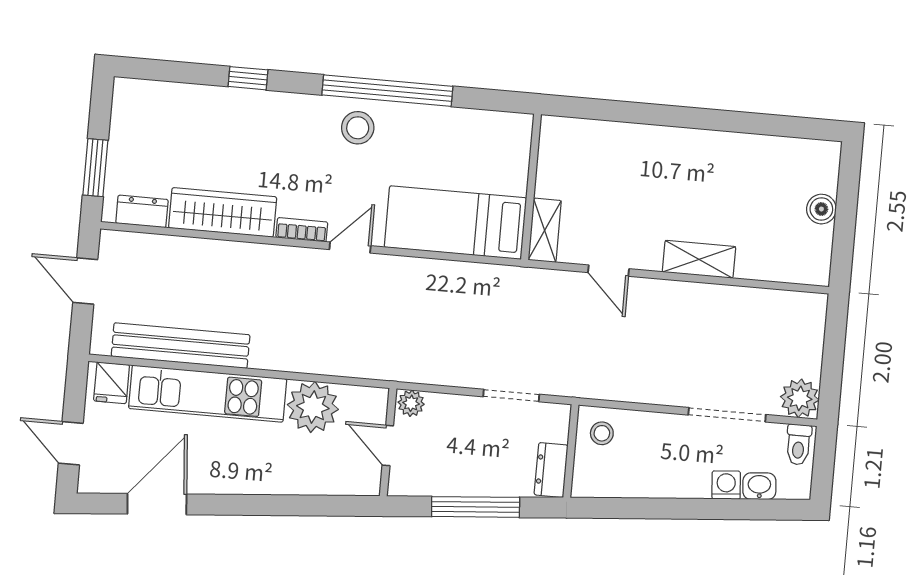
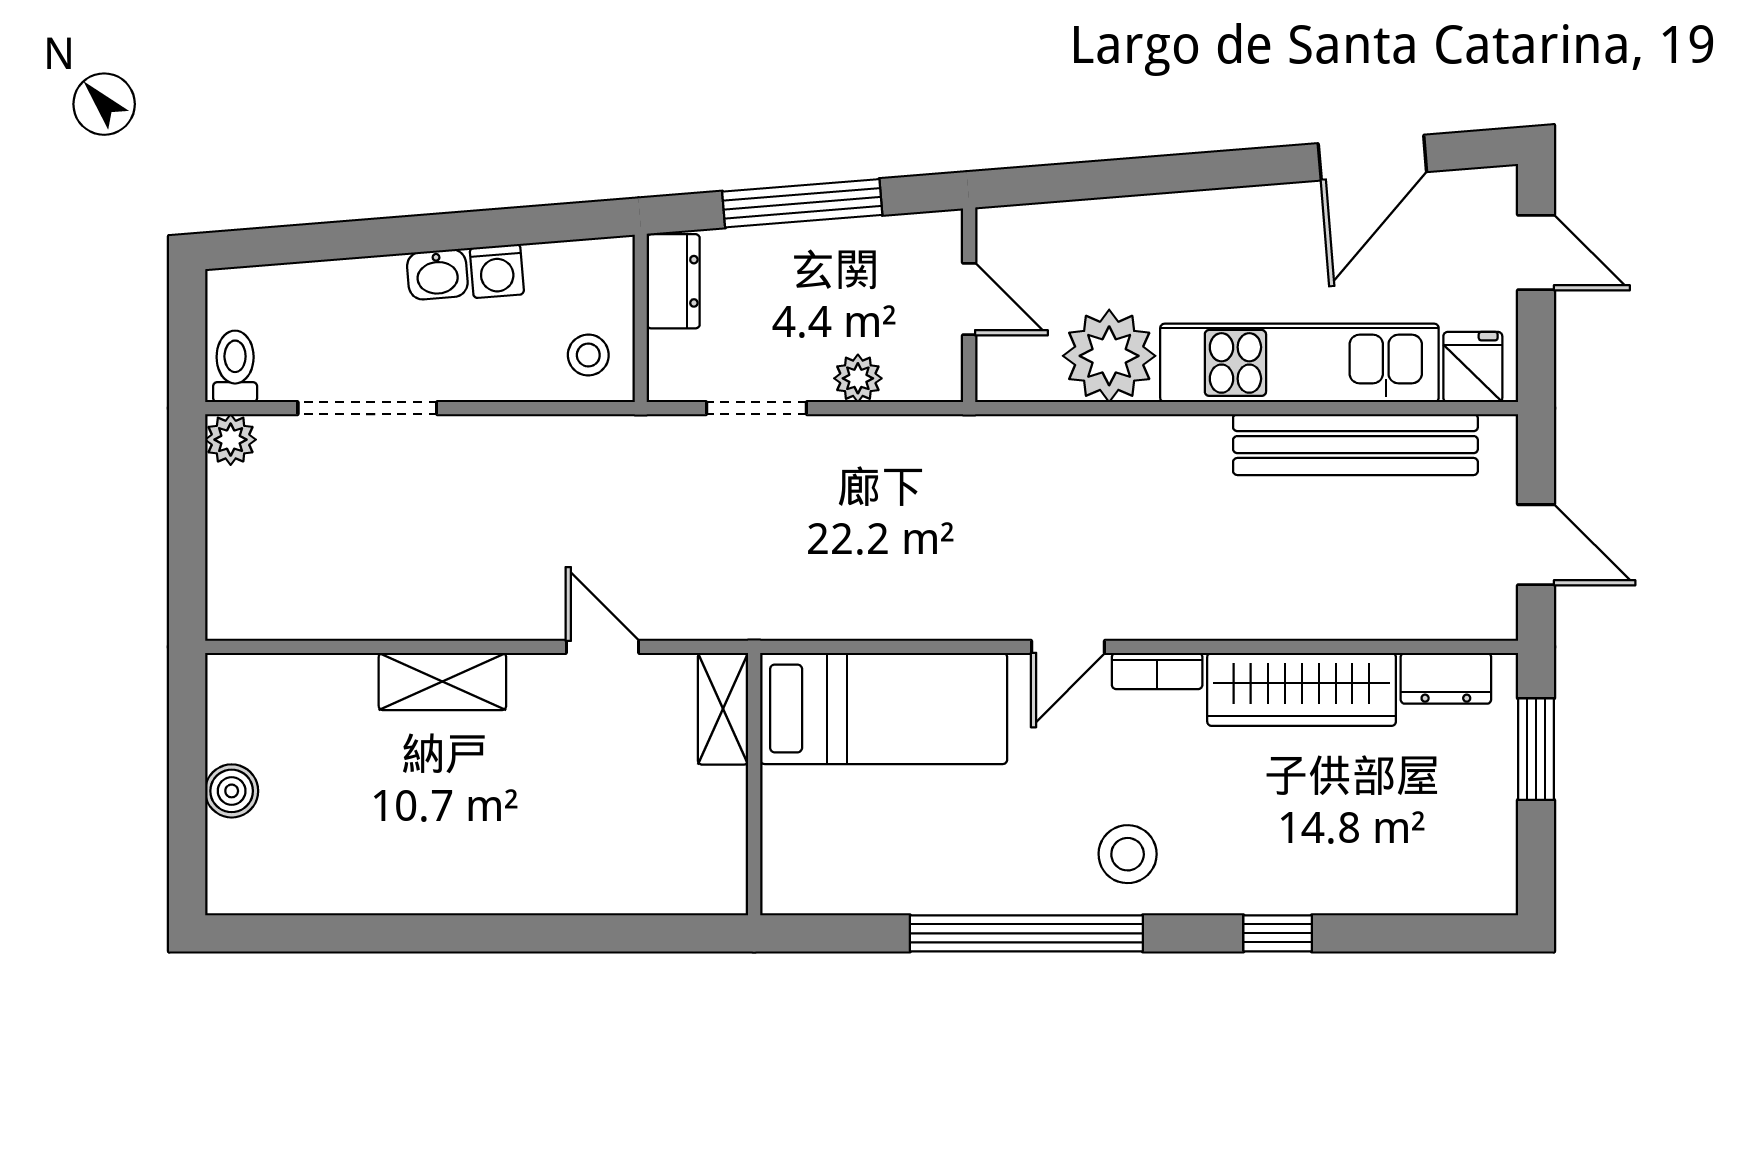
stool: (358, 128) -> (1128, 854), moved
plant: (800, 398) -> (231, 440), width x0.73, depth x0.73
plant: (411, 403) -> (858, 378), moved
washing machine: (726, 485) -> (497, 271), moved
washbasin: (759, 486) -> (437, 274), moved

